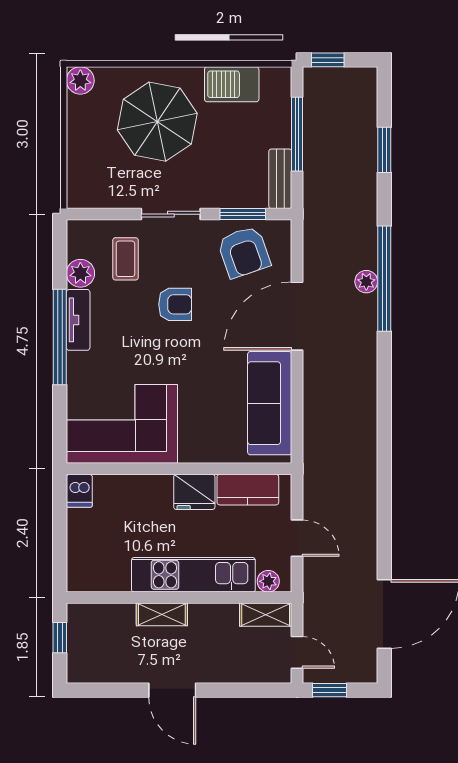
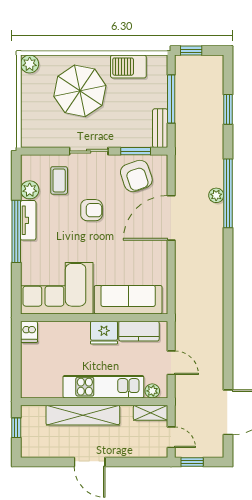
sofa: (270, 403) -> (128, 300), moved, turned 90
shelving: (162, 614) -> (83, 415), width x2.20, depth x1.33

